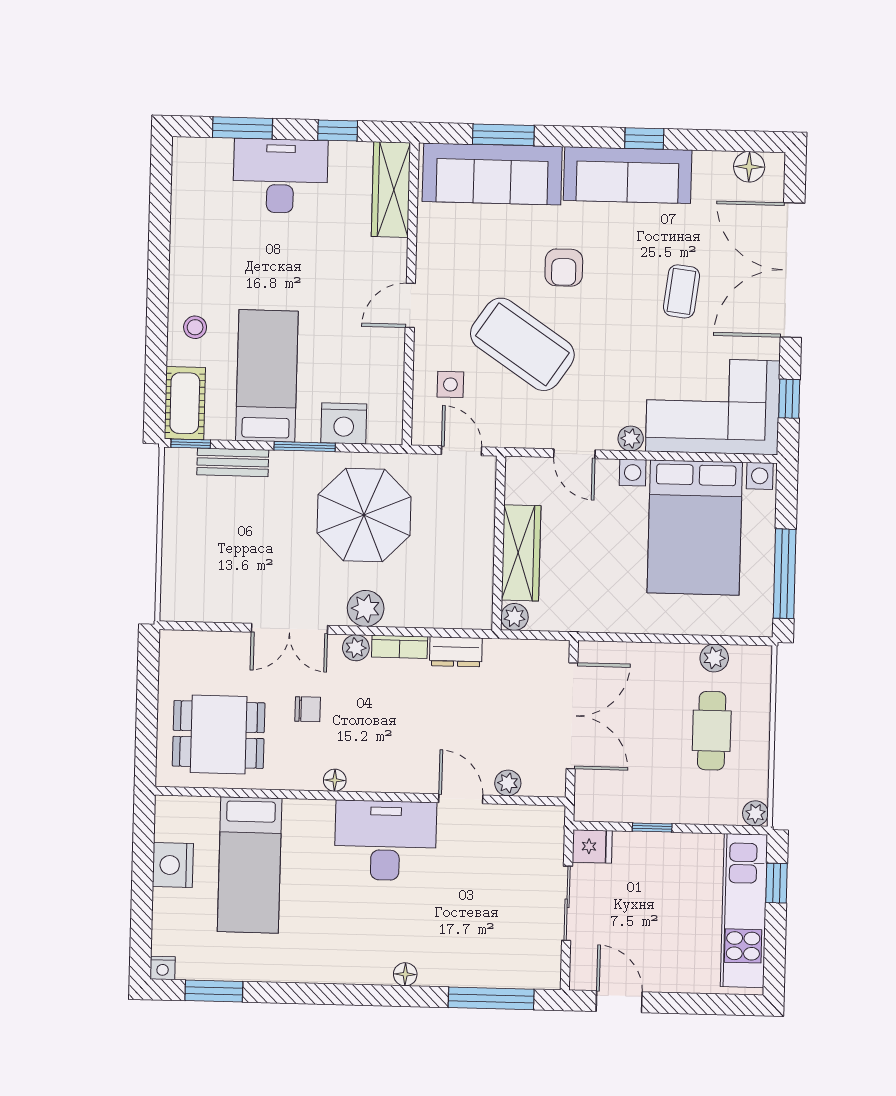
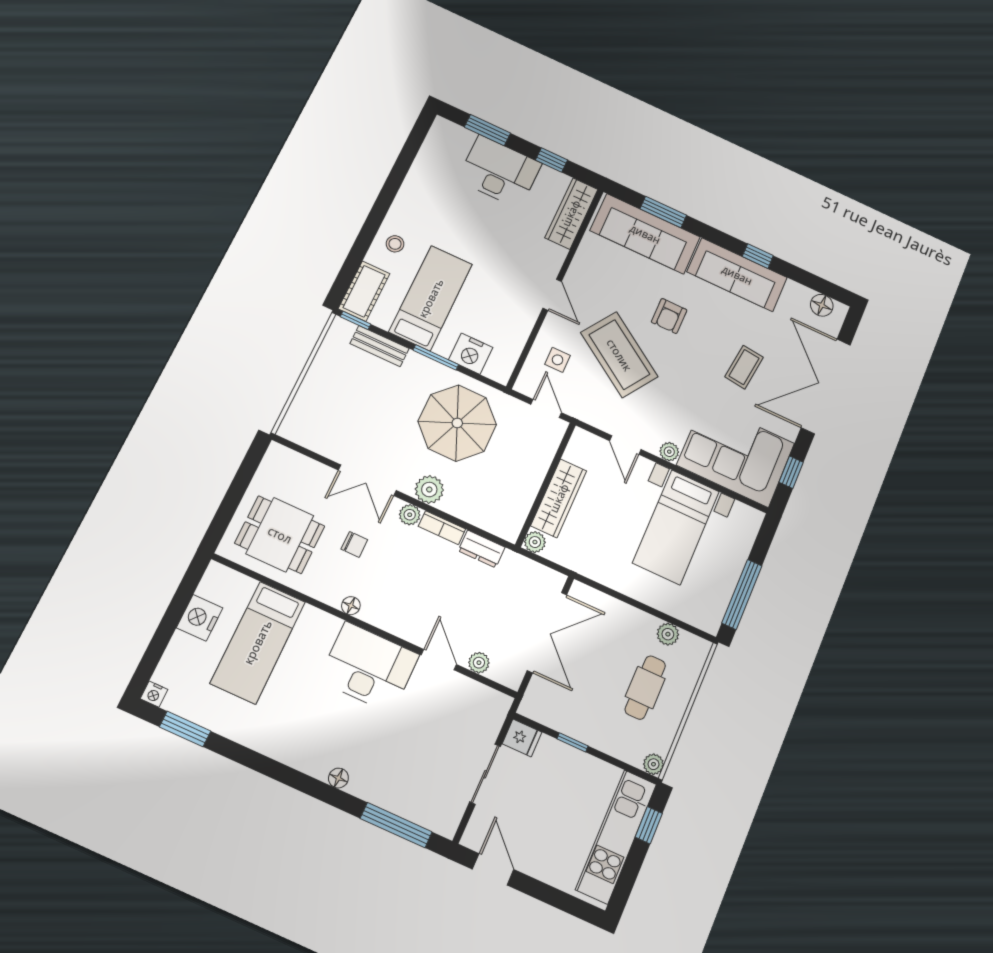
door: (410, 305) -> (552, 295), swing flipped
bed with nightstands: (695, 527) -> (676, 527), width x0.73

